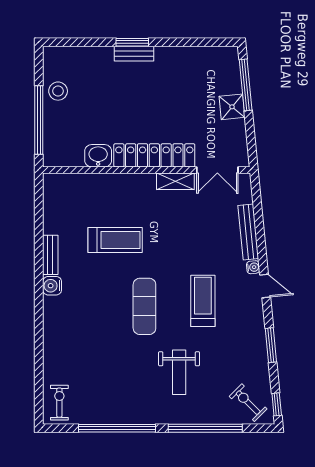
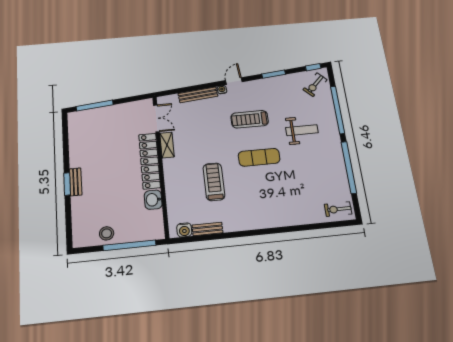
shower: (232, 107) -> (111, 113), removed
bench: (50, 255) -> (207, 229), moved
water cooler: (52, 286) -> (184, 230), moved

